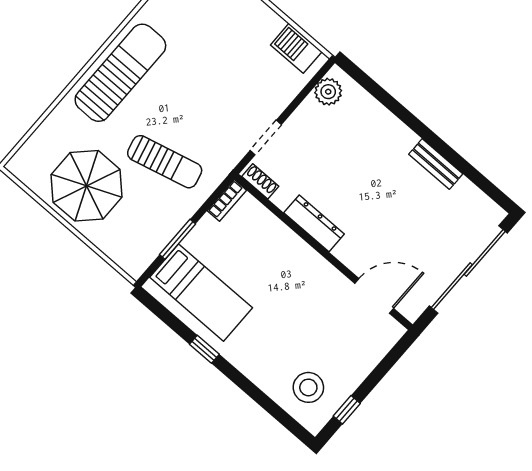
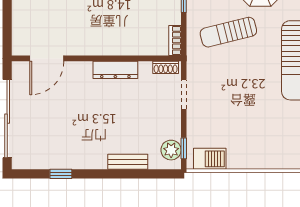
window: (314, 82) -> (184, 148), added
bench: (436, 164) -> (128, 162), moved
window: (462, 165) -> (61, 174), added

